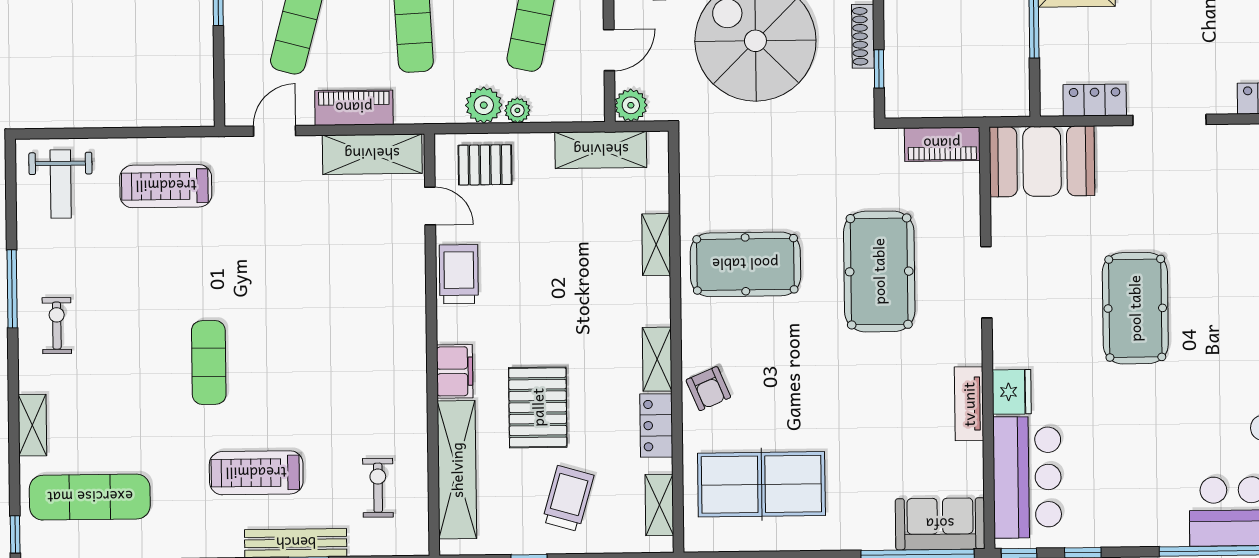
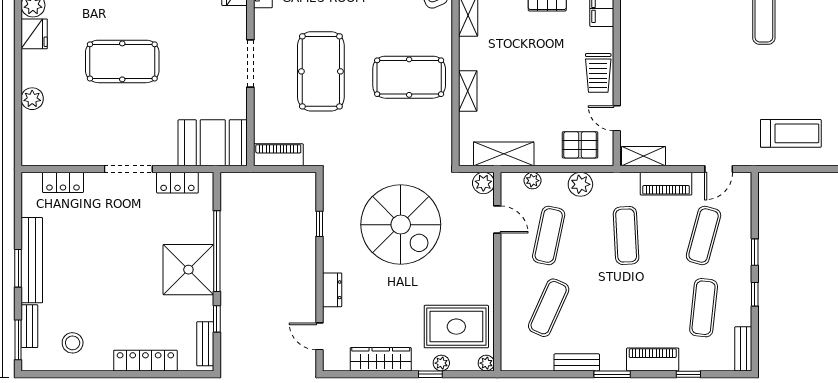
shoe rack: (863, 36) -> (330, 227), removed
door: (609, 50) -> (497, 220), swing flipped
window: (879, 69) -> (319, 224), moved
plant: (517, 110) -> (532, 181), moved
shelving: (372, 154) -> (643, 156), width x0.67, depth x0.75
pool table: (1135, 308) -> (122, 61), moved, turned 90

